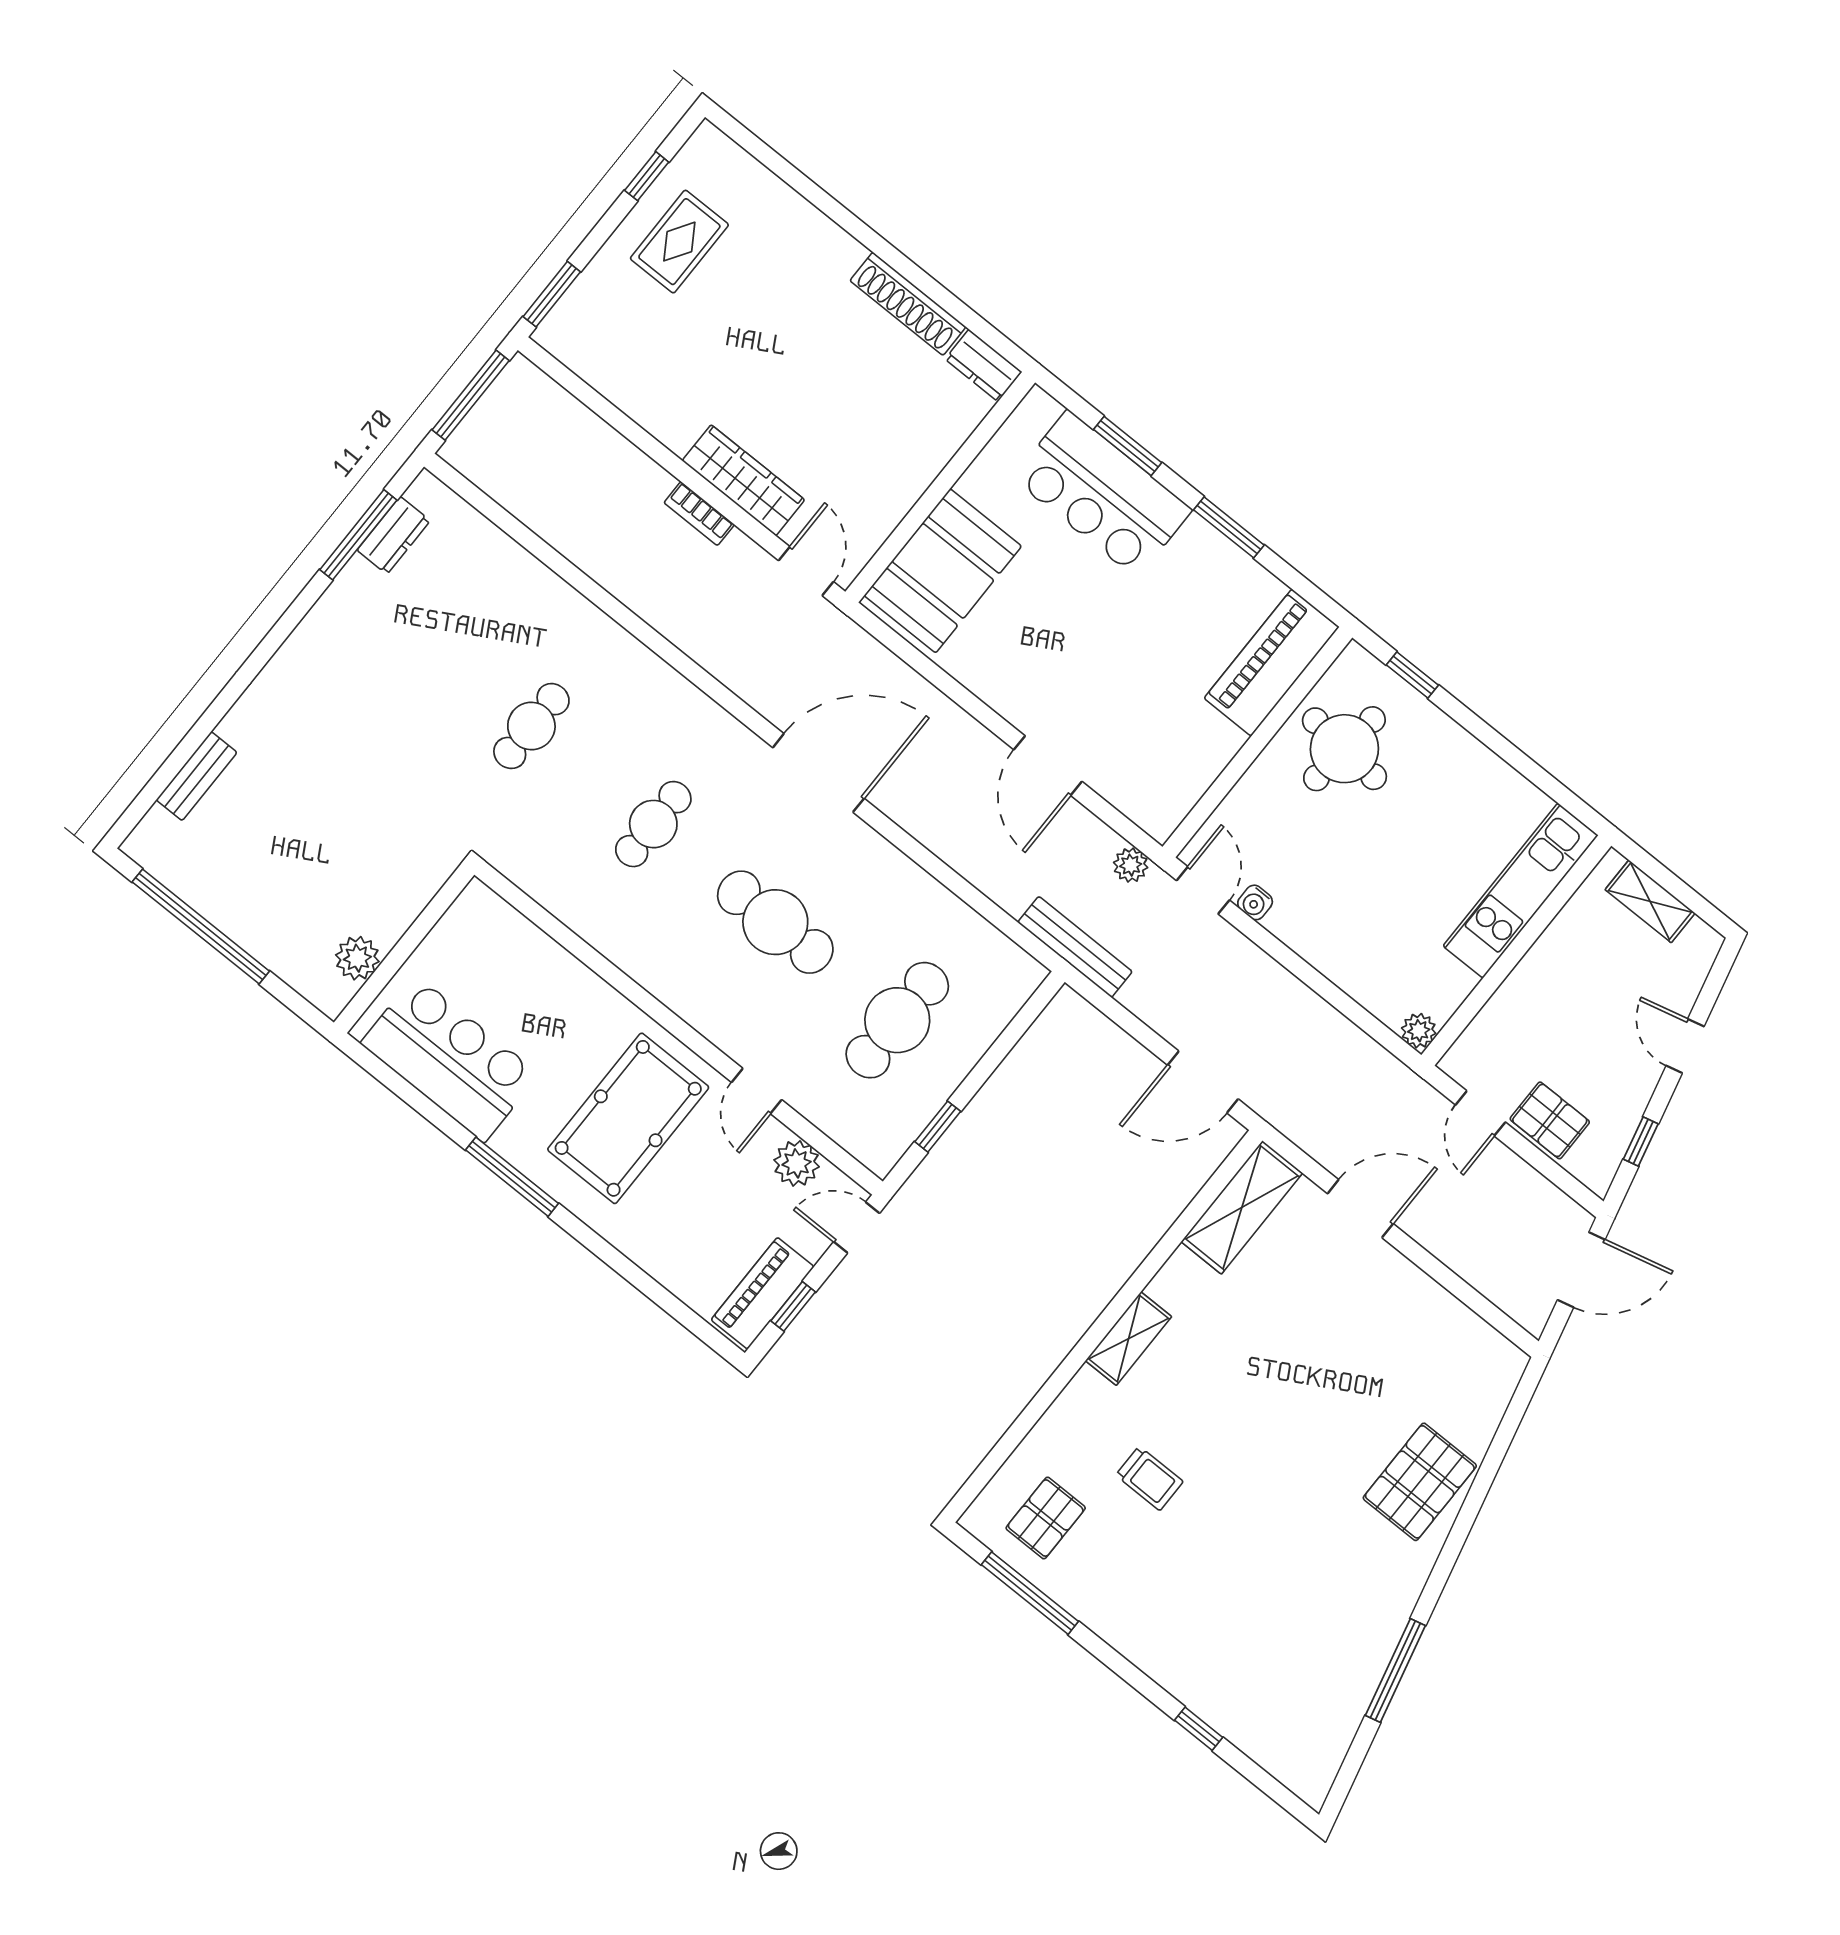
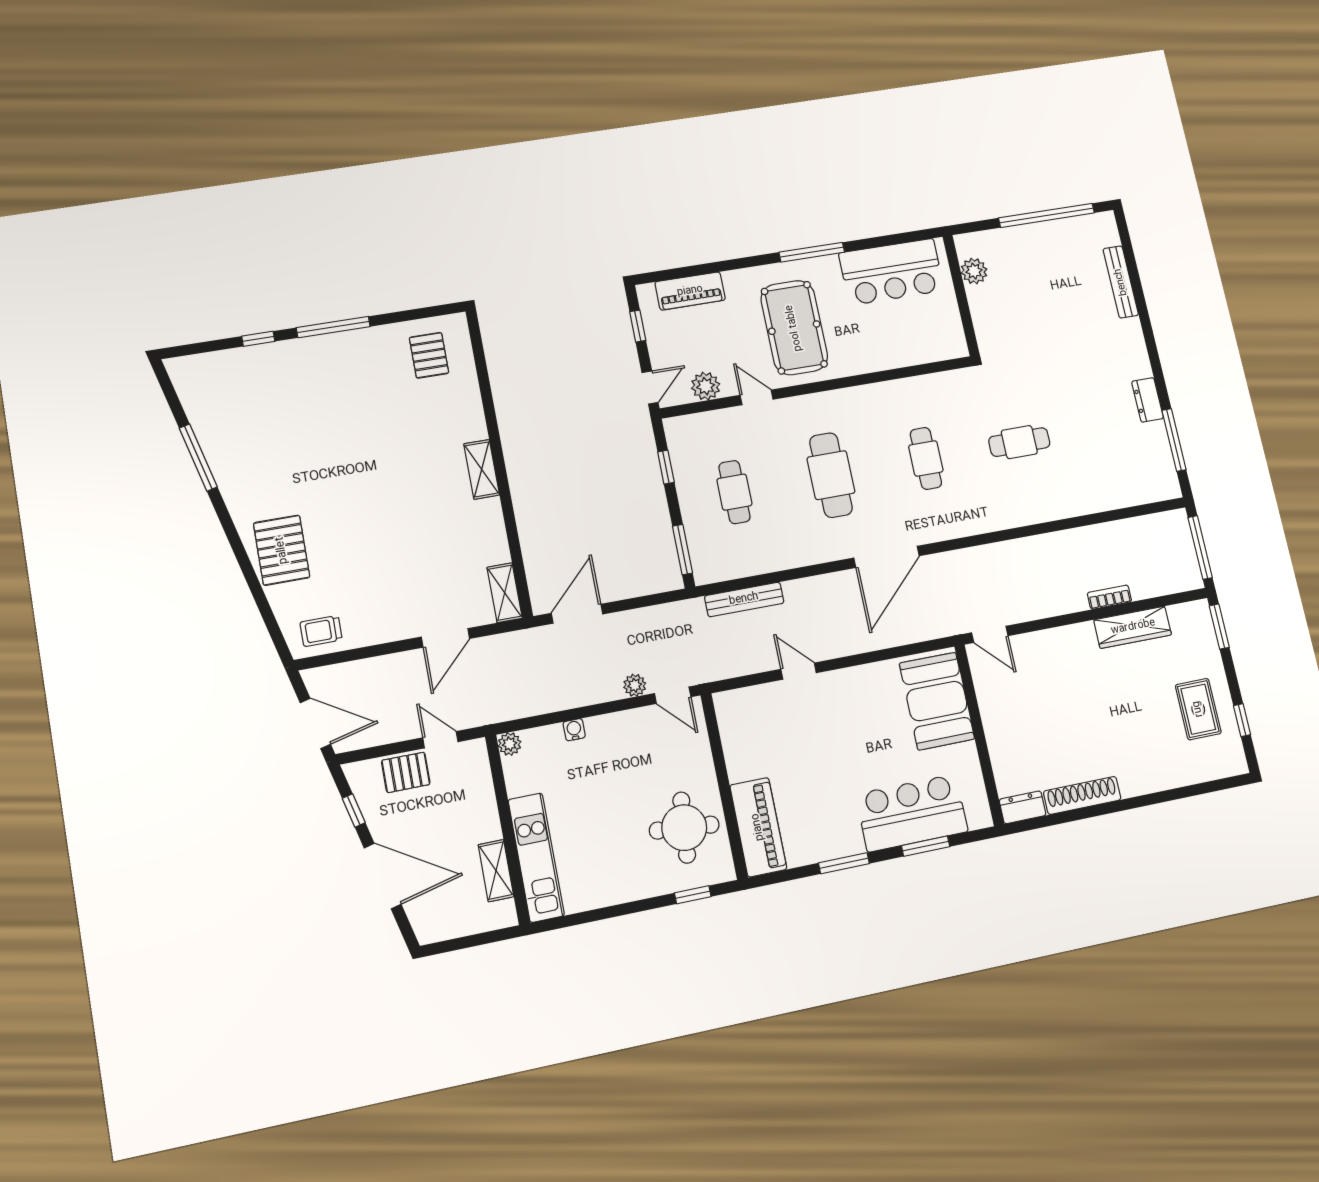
wardrobe: (743, 480) -> (1133, 627), moved
bookcase: (699, 514) -> (1109, 597), moved
dresser: (394, 535) -> (1148, 400), moved
cafe table: (531, 726) -> (1019, 442), turned 90
door: (1048, 766) -> (799, 671), width x0.73
bench: (197, 776) -> (1121, 282), width x1.36
plant: (1131, 865) -> (635, 685), moved
shelving: (1650, 901) -> (496, 871), moved, turned 90
water cooler: (1255, 902) -> (574, 730), moved
cafe table: (775, 922) -> (831, 475), turned 90
bench: (1075, 947) -> (744, 599), moved
cafe table: (897, 1020) -> (734, 492), width x0.73, depth x0.74
window: (1021, 1023) -> (682, 550), added
door: (1685, 1046) -> (383, 876), width x1.88
shelving: (1242, 1207) -> (505, 593), width x0.67, depth x0.75
door: (1581, 1270) -> (315, 723), swing flipped
piano: (763, 1293) -> (690, 291), moved, turned 90
trolley: (1149, 1478) -> (321, 631), moved
window: (1030, 1593) -> (333, 327), moved

